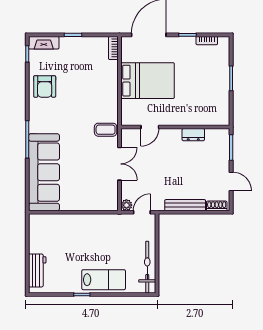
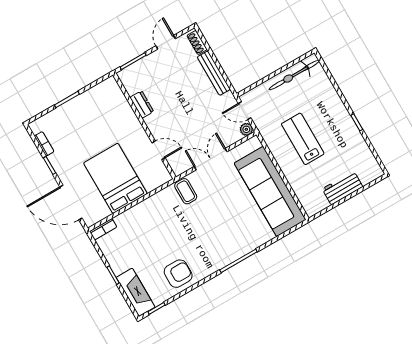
fireplace: (44, 43) -> (136, 292), width x1.37, depth x1.32
sofa: (44, 172) -> (270, 191), moved, turned -90
workbench: (37, 270) -> (342, 188), moved
lab bench: (104, 280) -> (303, 139), moved

